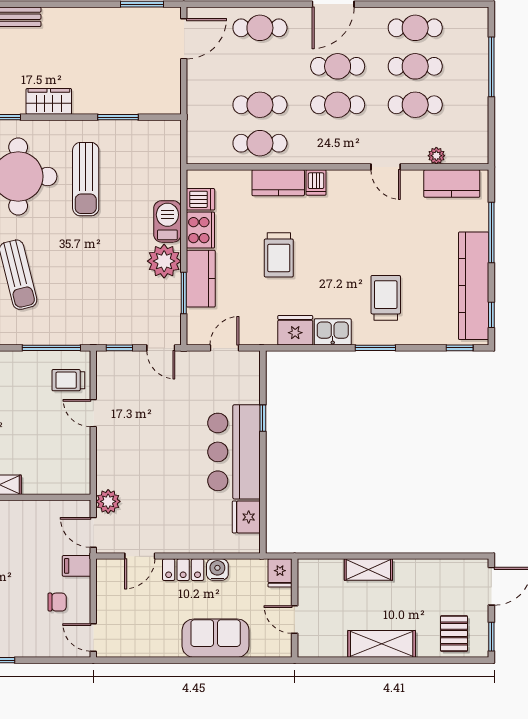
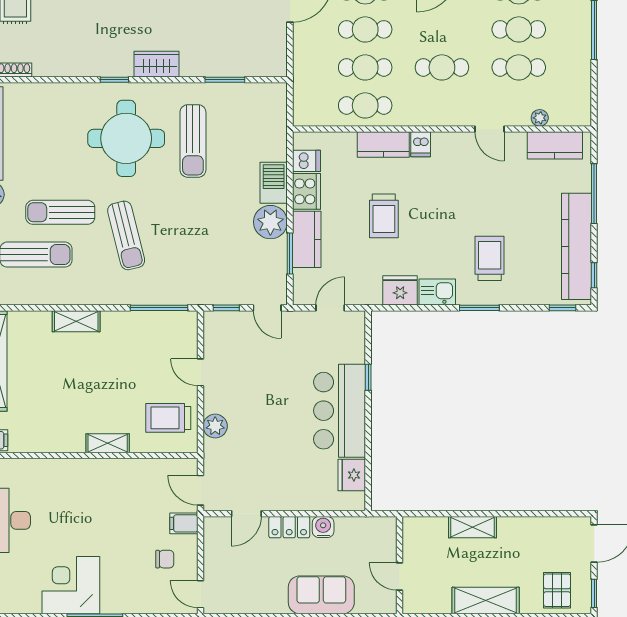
cafe table: (338, 66) -> (365, 29), moved
trolley: (68, 380) -> (168, 418), moved, width x1.36, depth x1.39
plant: (108, 501) -> (215, 426), moved
fridge: (280, 573) -> (385, 530), removed

